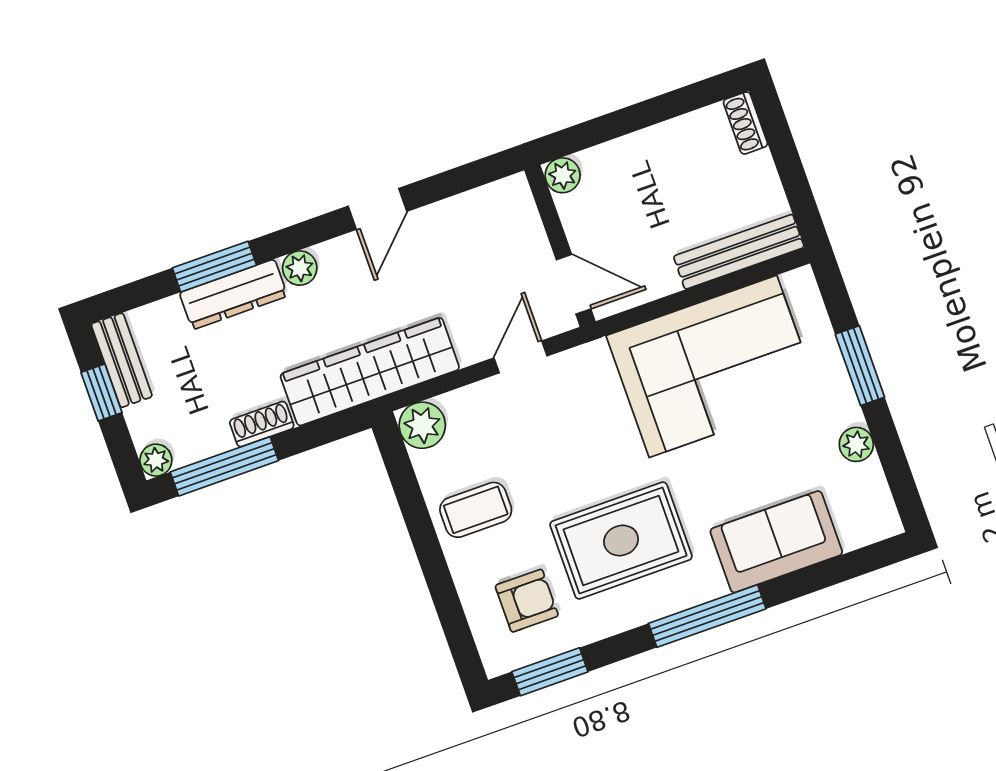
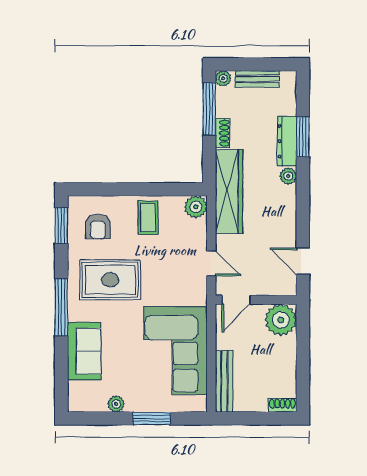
plant: (563, 175) -> (281, 320), width x1.87, depth x1.87
door: (378, 209) -> (303, 261), moved
bench: (122, 360) -> (257, 79), moved
window: (102, 393) -> (263, 64), removed
rug: (621, 540) -> (110, 280), turned 90

